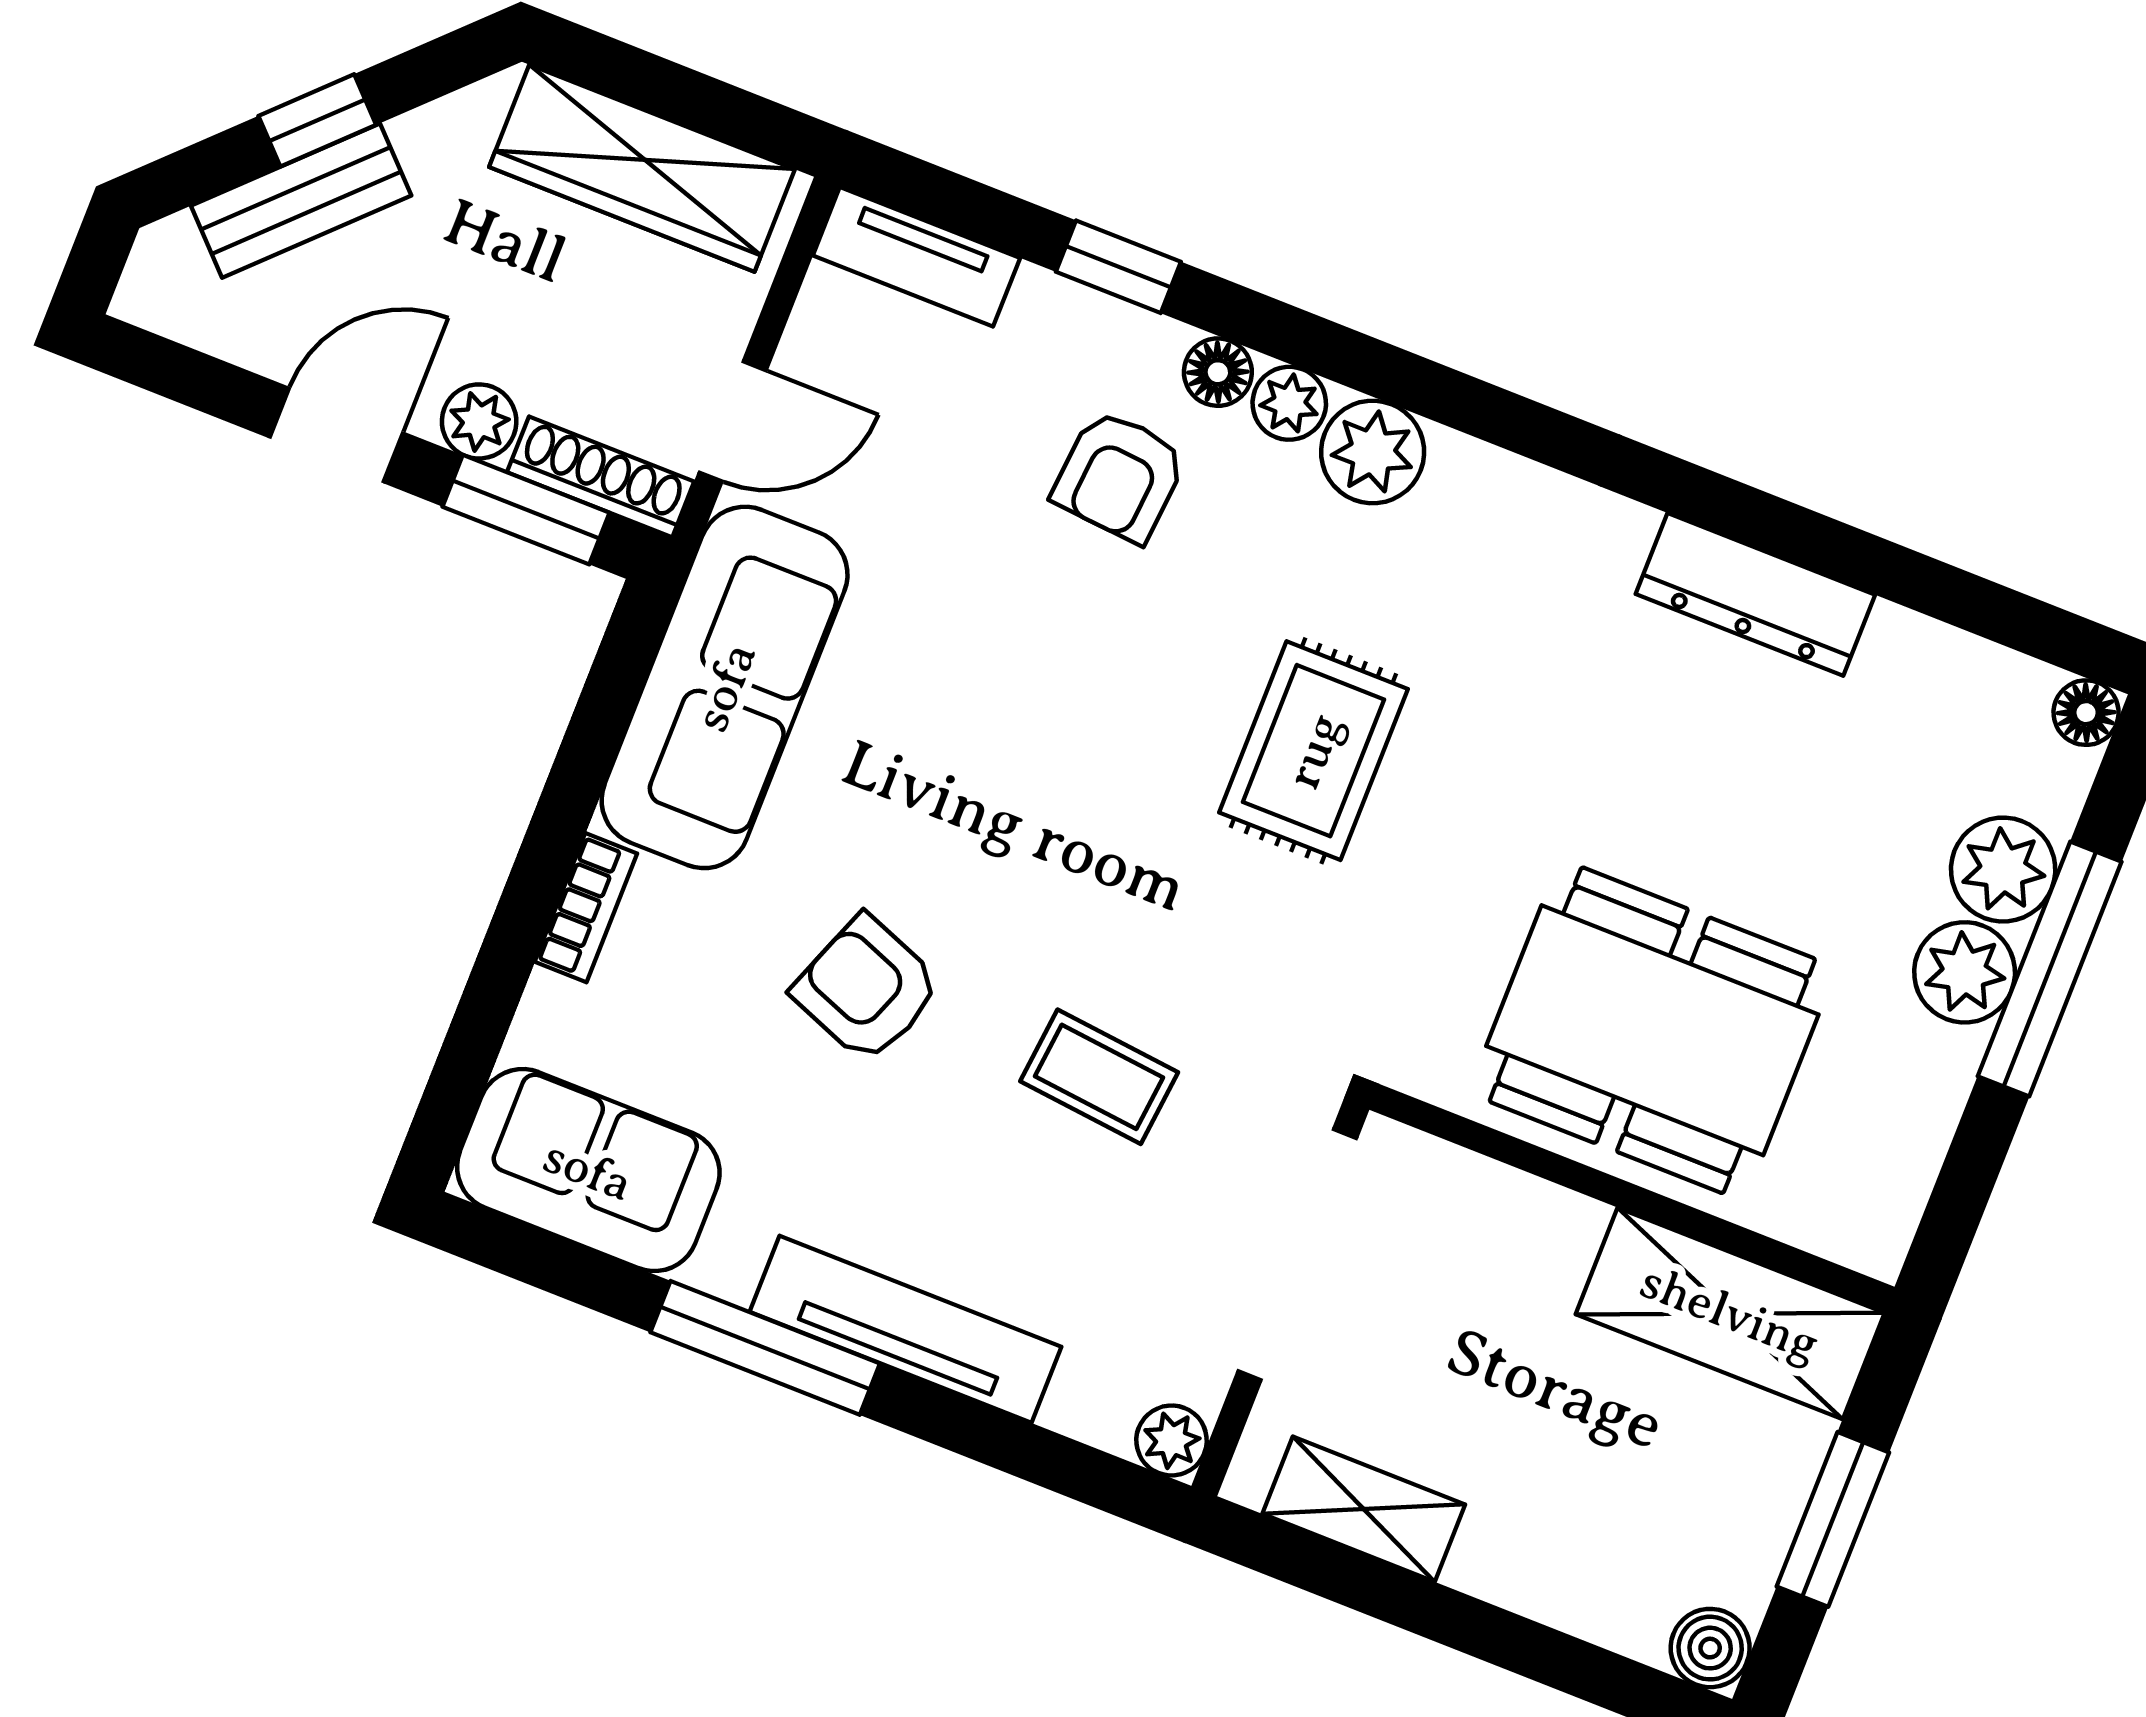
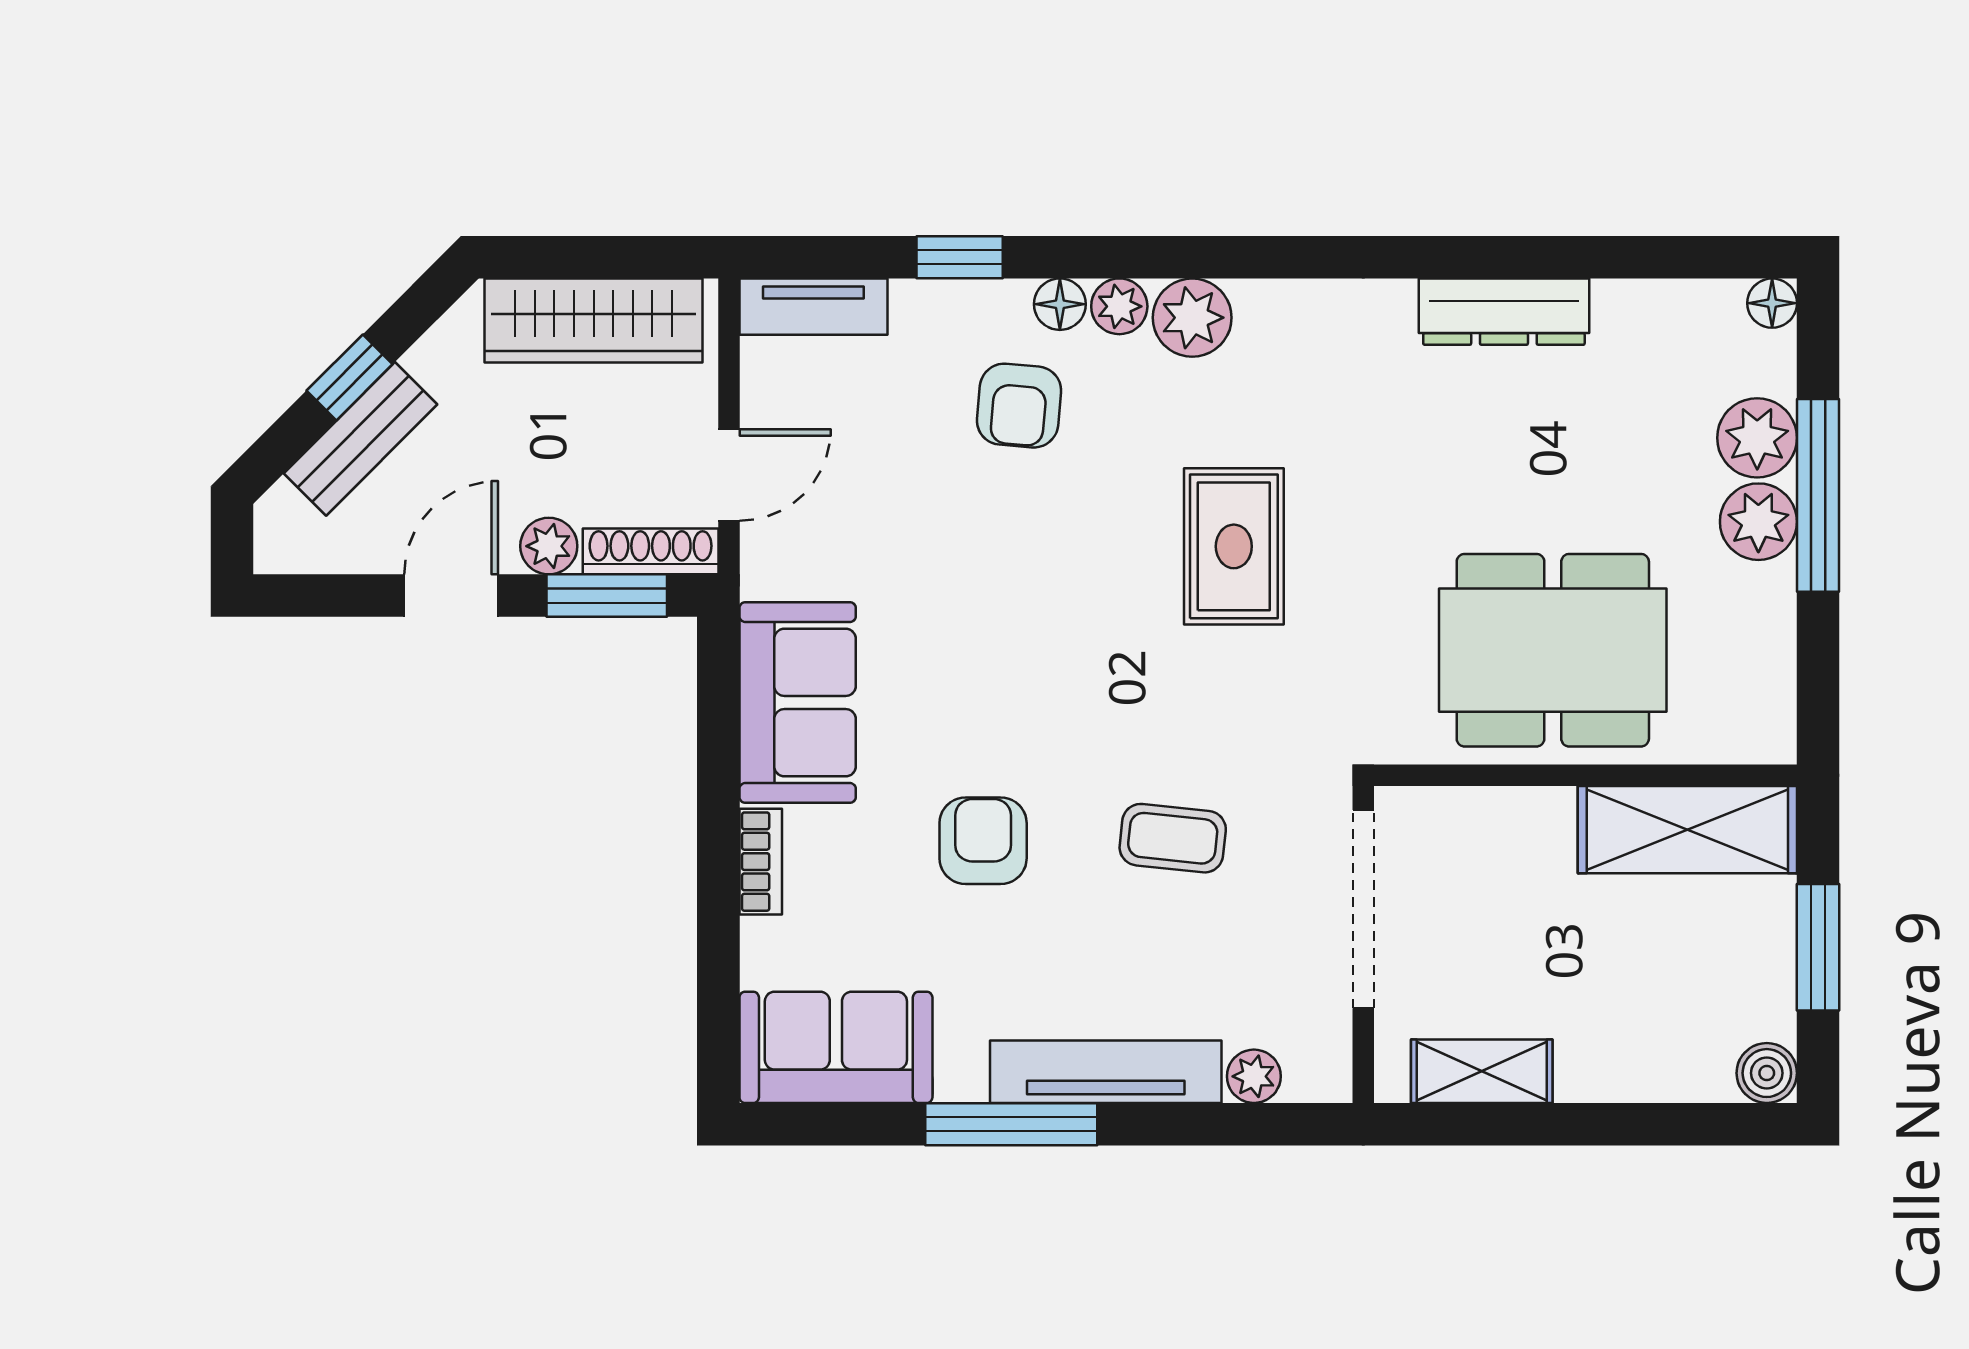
sofa: (725, 687) -> (798, 703), width x0.73
armchair: (867, 989) -> (983, 841), turned 69
plant: (1172, 1440) -> (1254, 1076), moved

